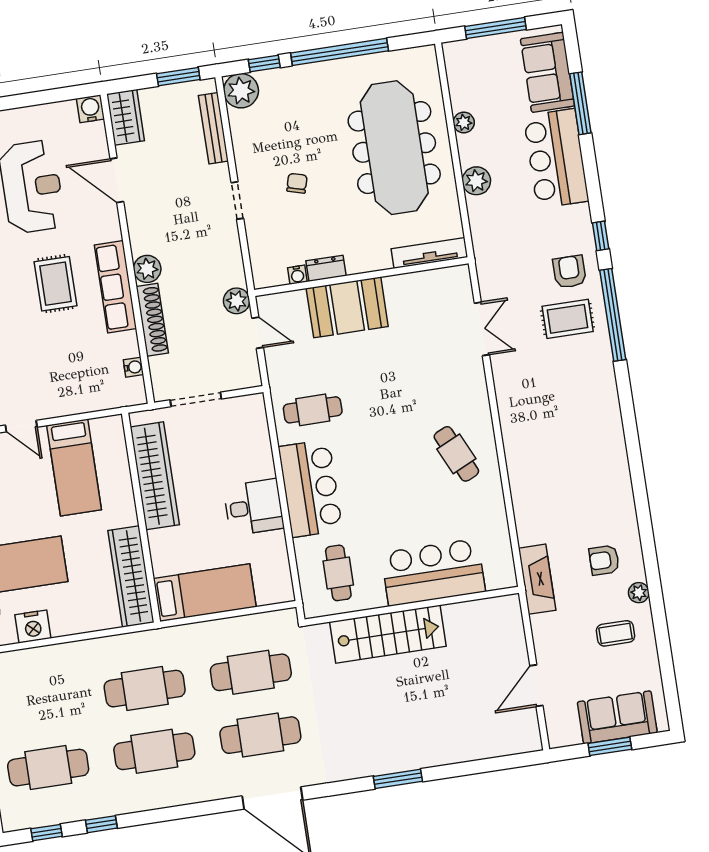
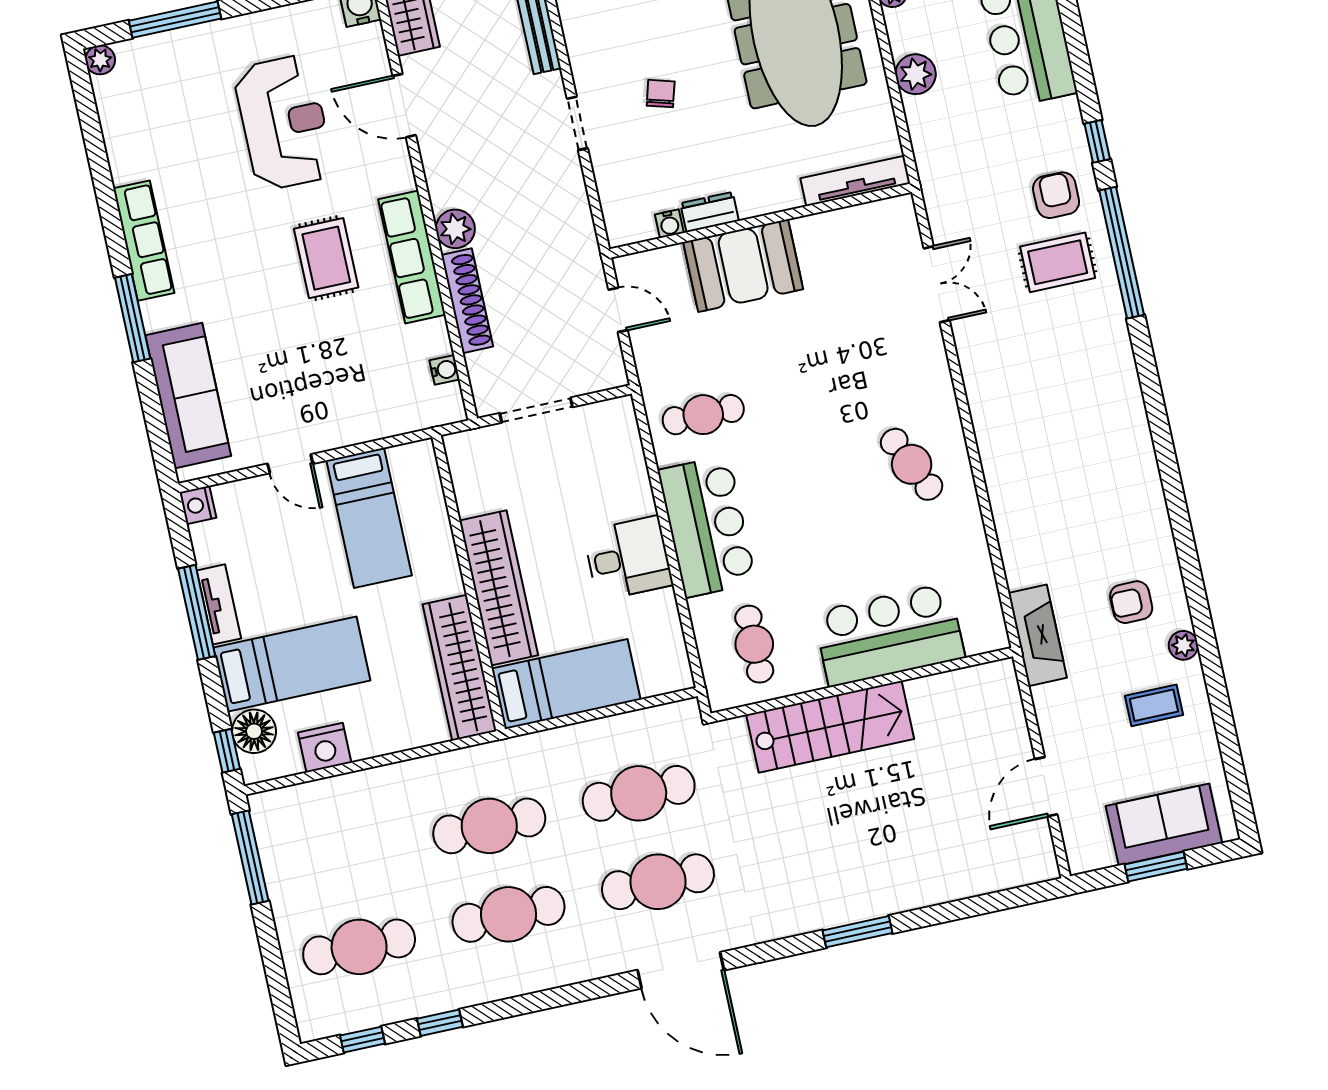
plant: (237, 301) -> (585, 266), removed
wardrobe: (155, 476) -> (499, 588), moved

